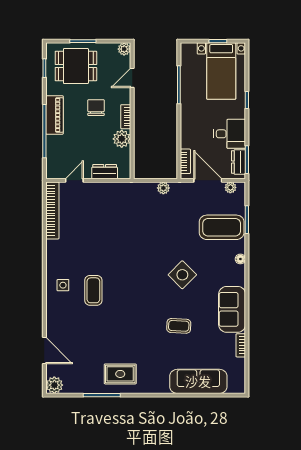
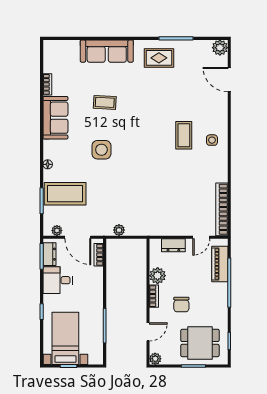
piano: (54, 115) -> (220, 264), moved
side table: (182, 275) -> (101, 150), turned 45
sofa: (198, 381) -> (107, 51), moved

